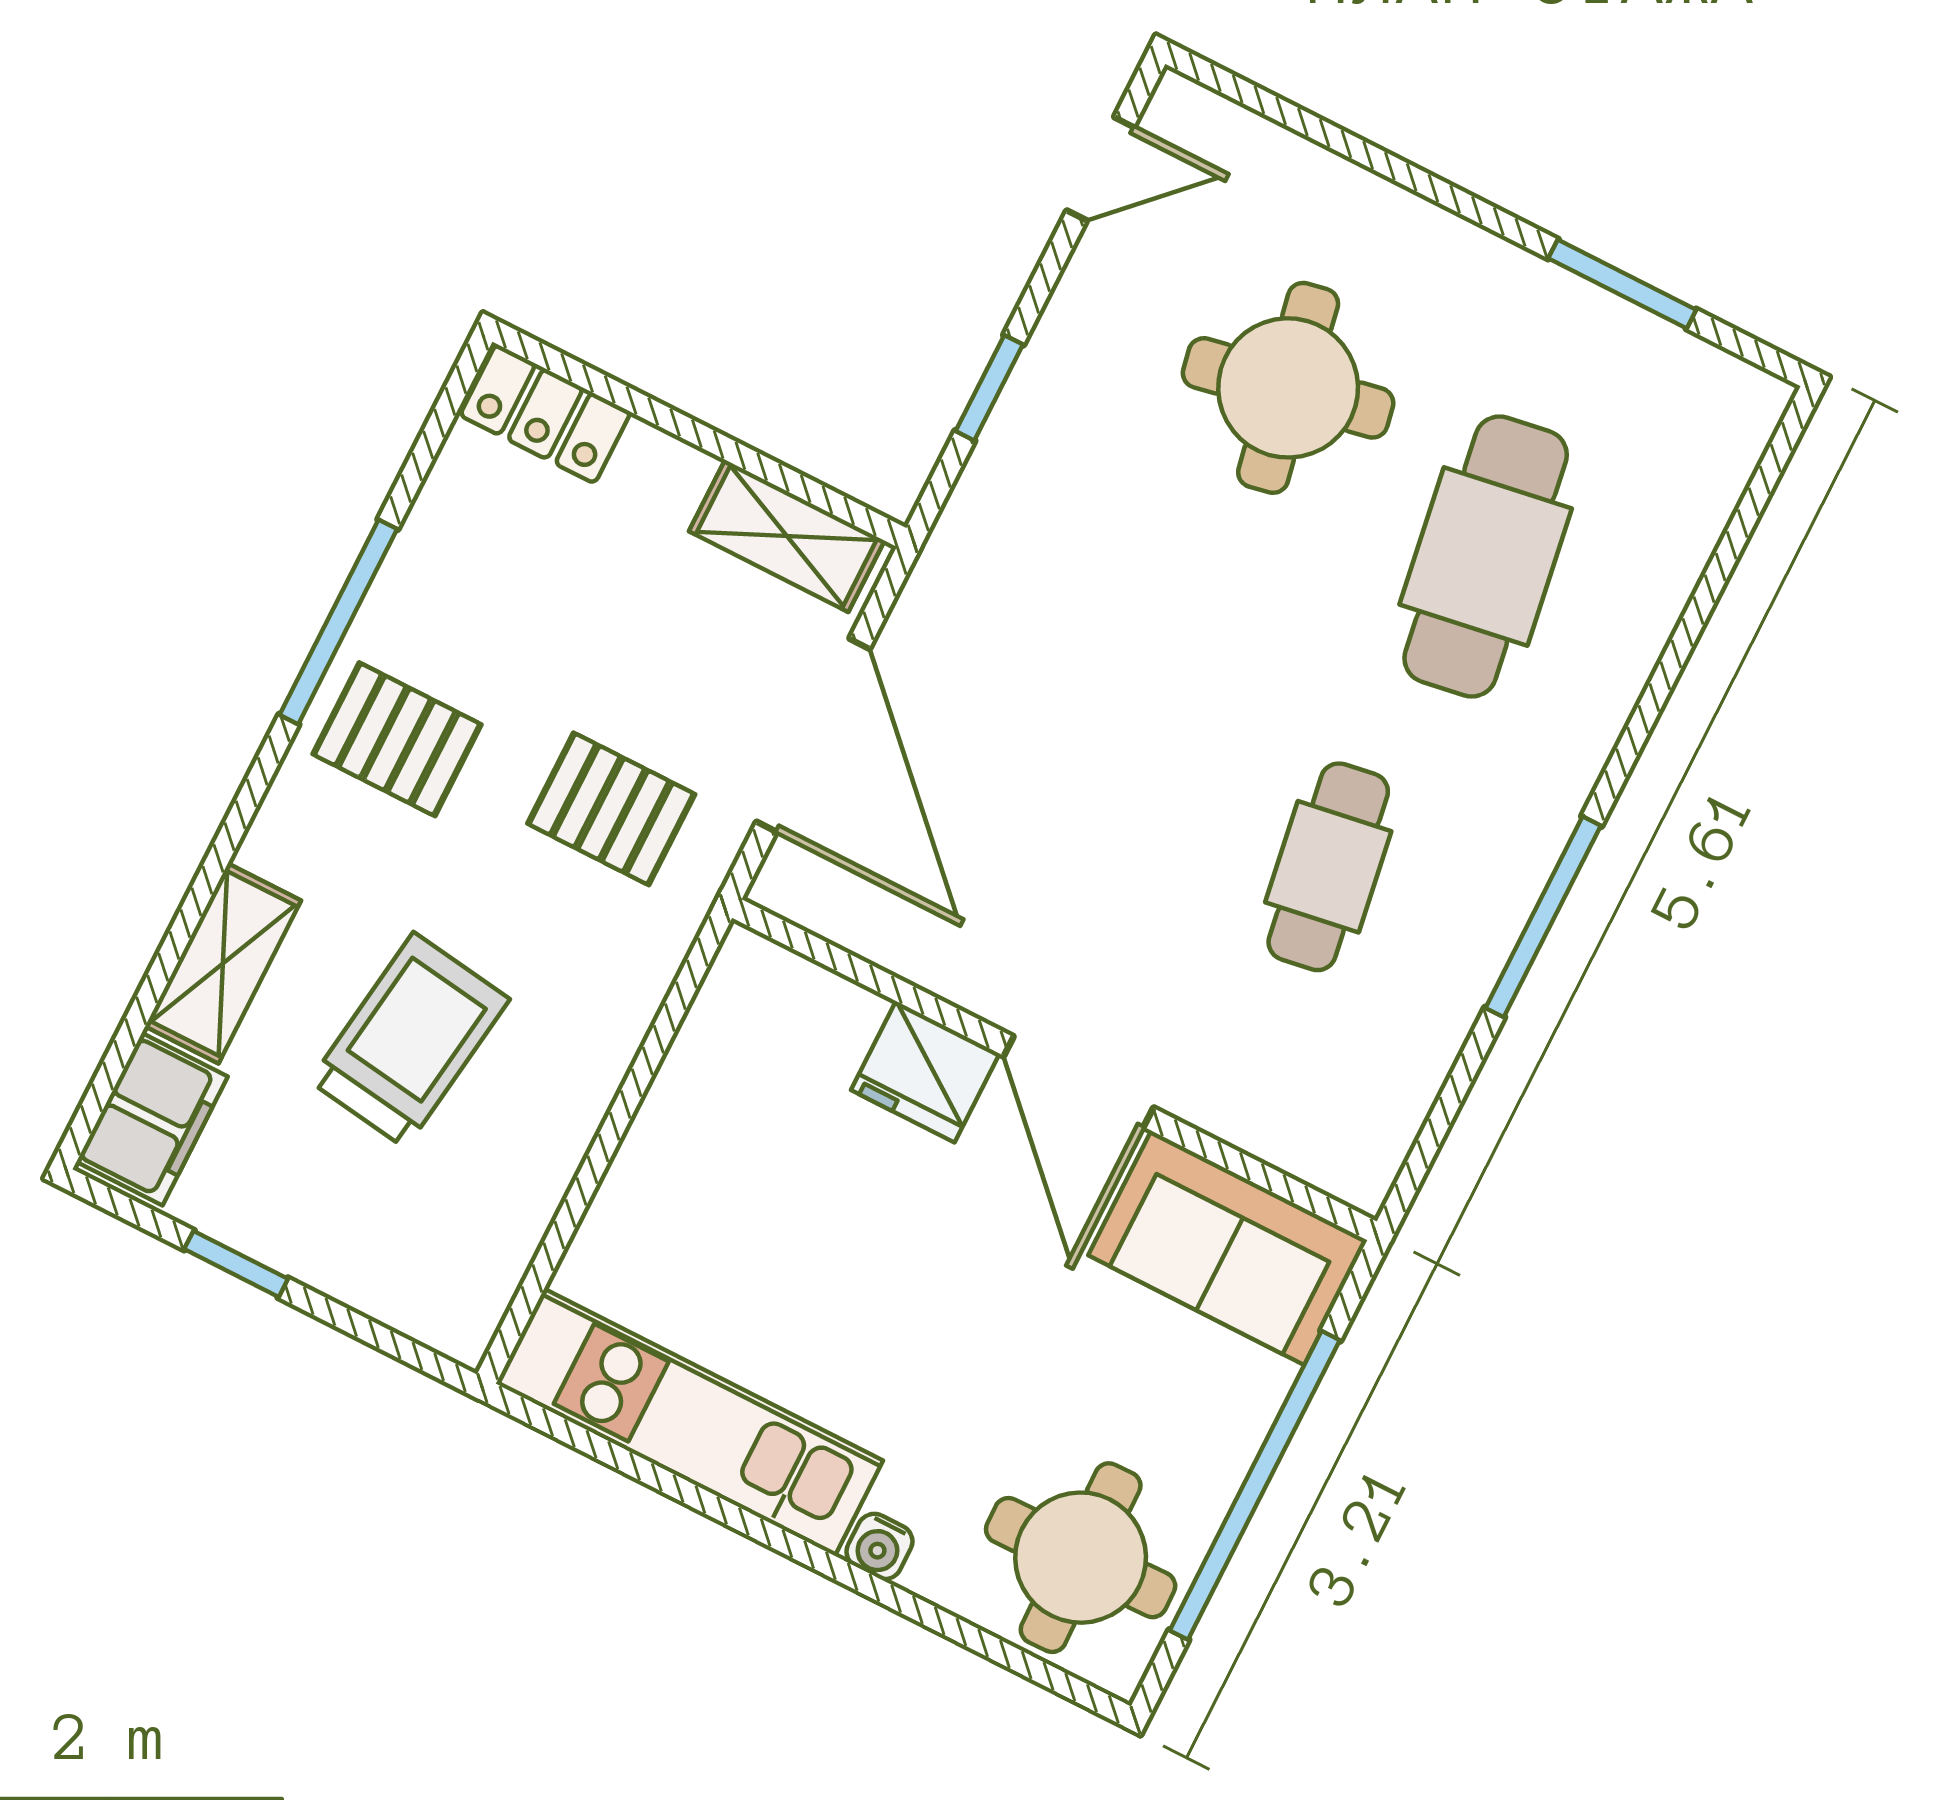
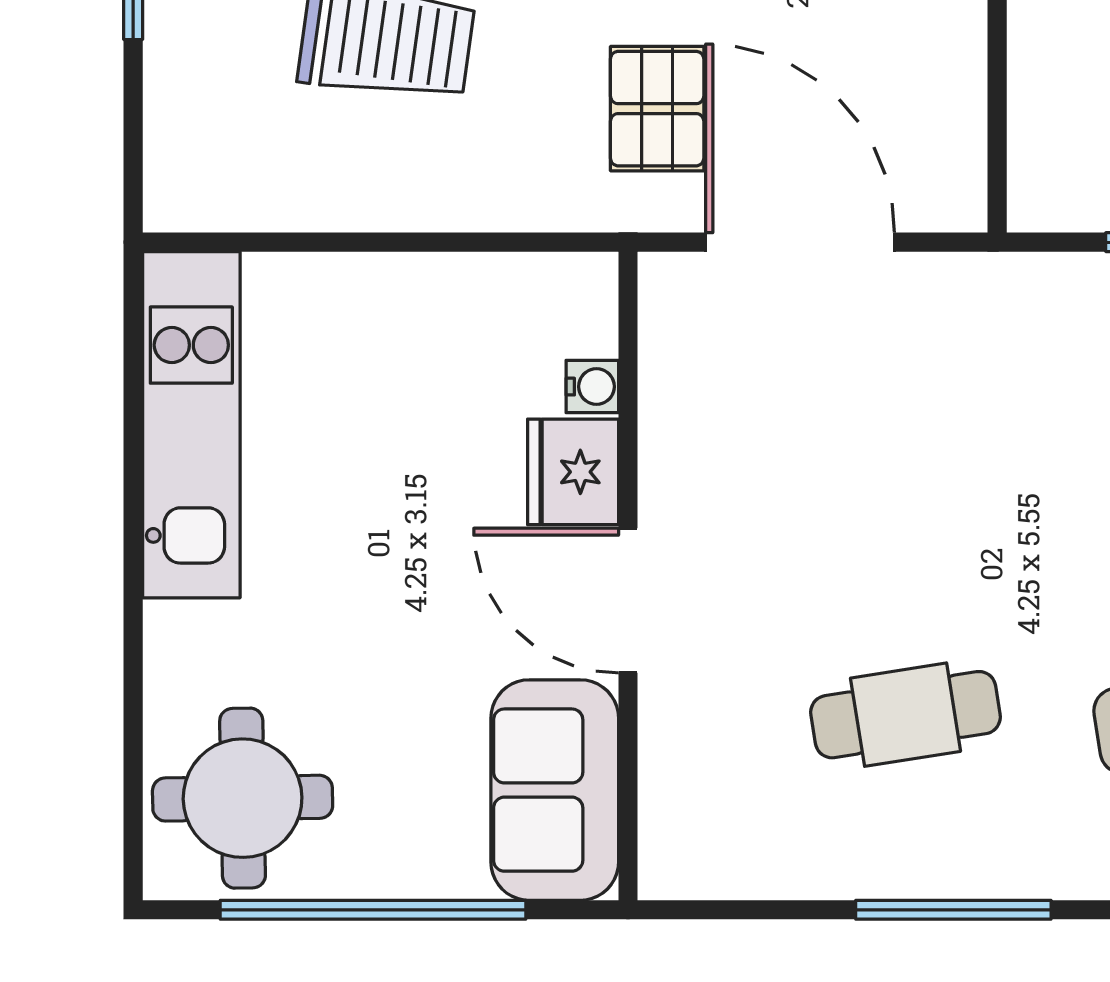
shelving: (787, 536) -> (951, 139), removed
door: (813, 735) -> (800, 242), swing flipped
door: (1078, 1082) -> (628, 600), hinge flipped
water cooler: (880, 1546) -> (592, 387), moved, turned 180

